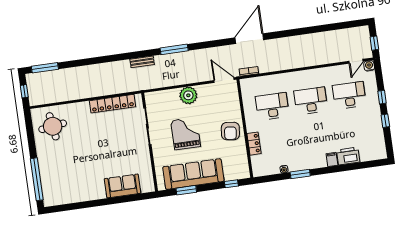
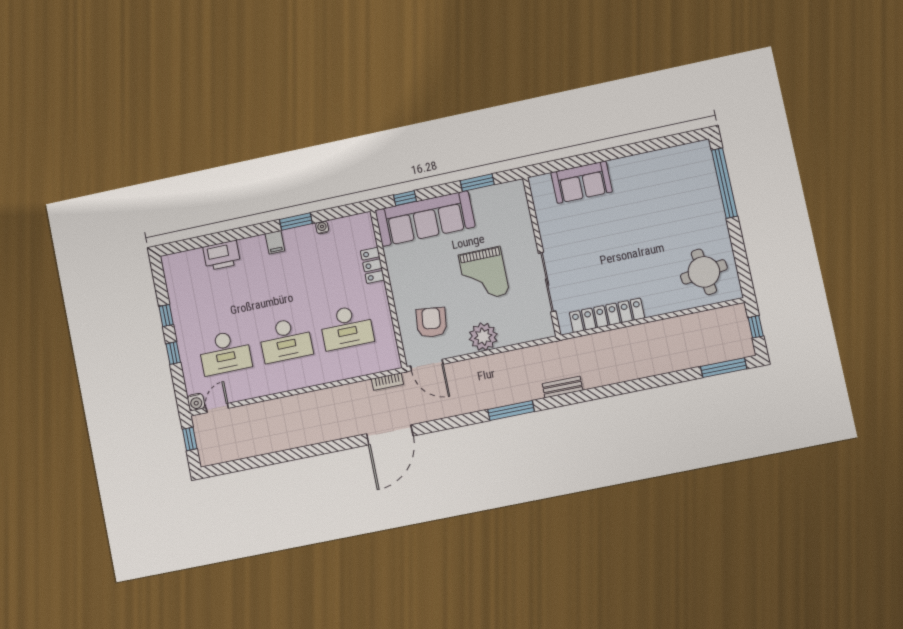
armchair: (230, 131) -> (431, 322), moved
filing cabinet: (332, 159) -> (275, 242), moved
sofa: (193, 174) -> (425, 219), moved

